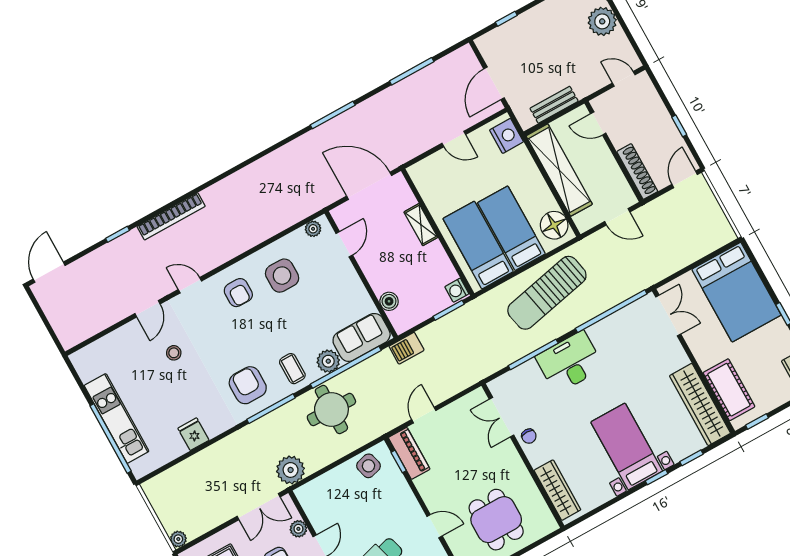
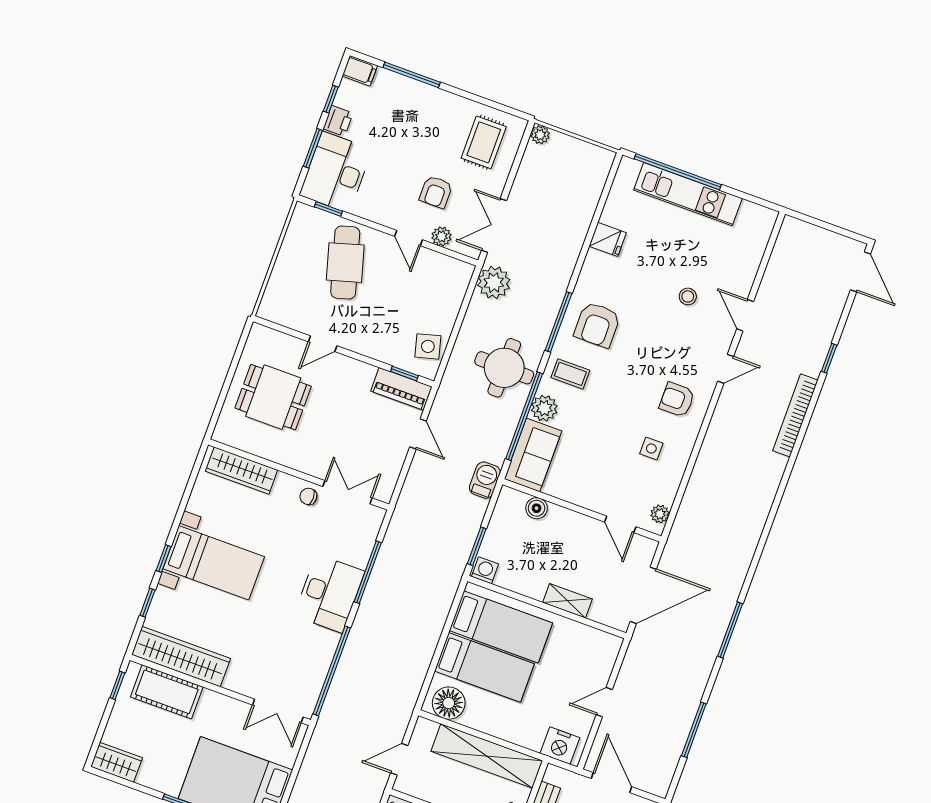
side table: (282, 276) -> (651, 448), width x0.54, depth x0.54
sun lounger: (547, 293) -> (403, 637), removed
armchair: (248, 385) -> (597, 325), turned 90

